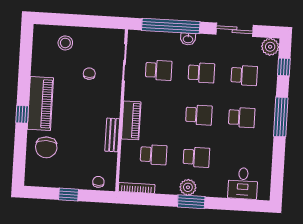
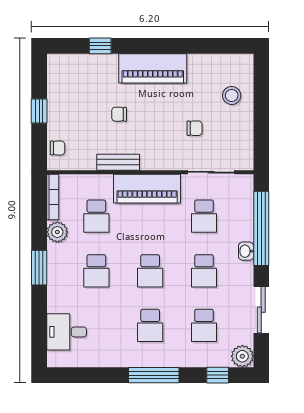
window: (22, 114) -> (100, 46), moved
piano: (131, 120) -> (147, 189), width x1.37, depth x1.33
chair: (46, 147) -> (119, 114), moved, width x0.54, depth x0.54
plant: (188, 187) -> (57, 232), moved

